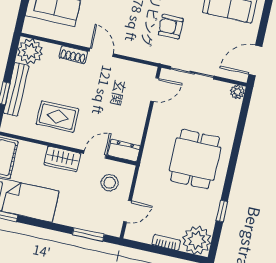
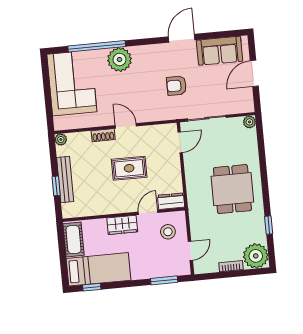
plant: (30, 51) -> (61, 139), width x0.53, depth x0.53
door: (255, 60) -> (254, 73), moved
rug: (57, 117) -> (129, 168), moved

